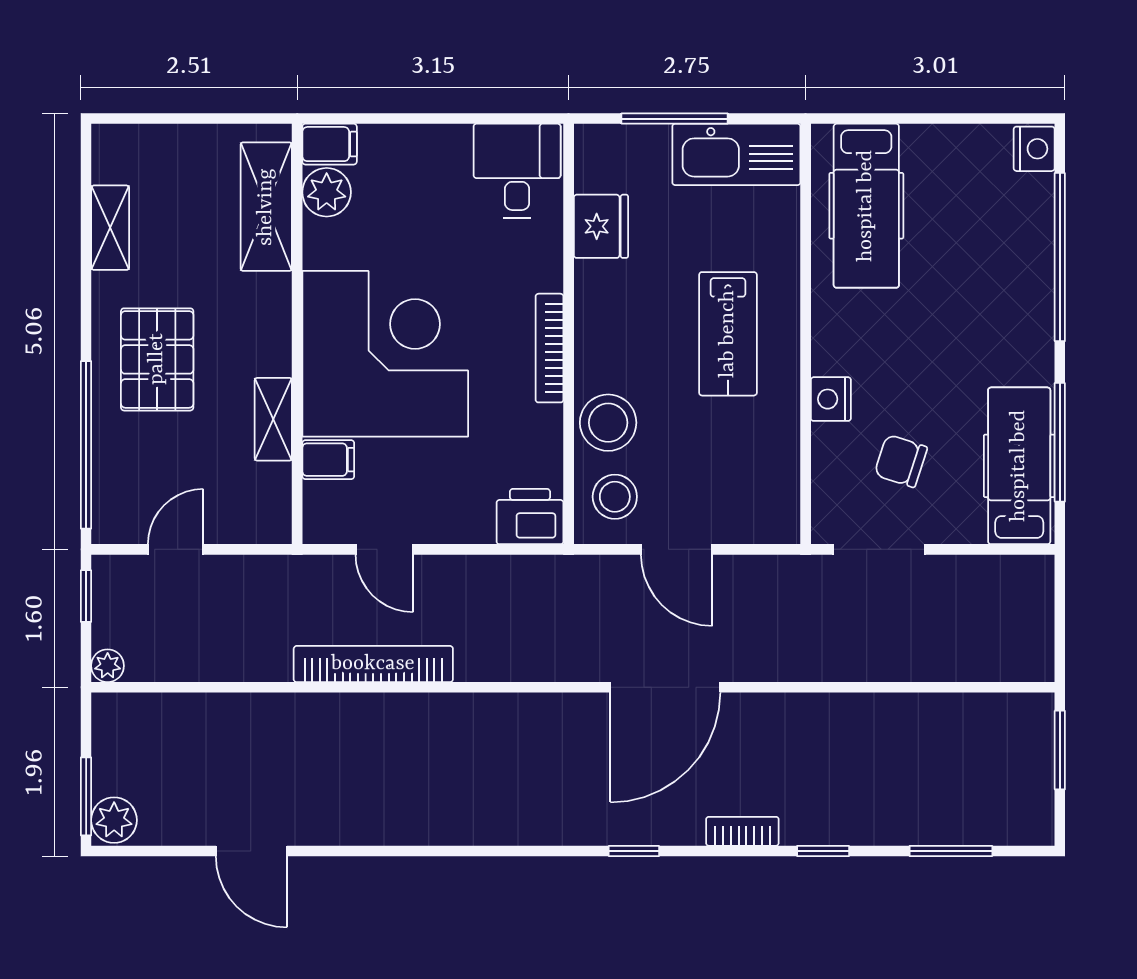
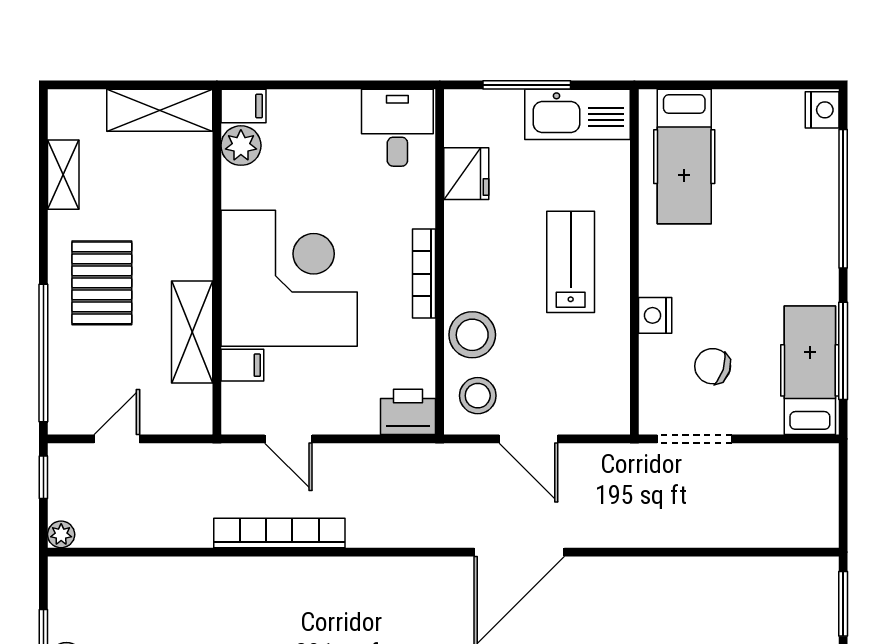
shelving: (266, 207) -> (160, 110), moved, turned 90
lab bench: (728, 334) -> (571, 262), turned 180
shelving: (273, 419) -> (192, 332), width x1.50, depth x1.33

